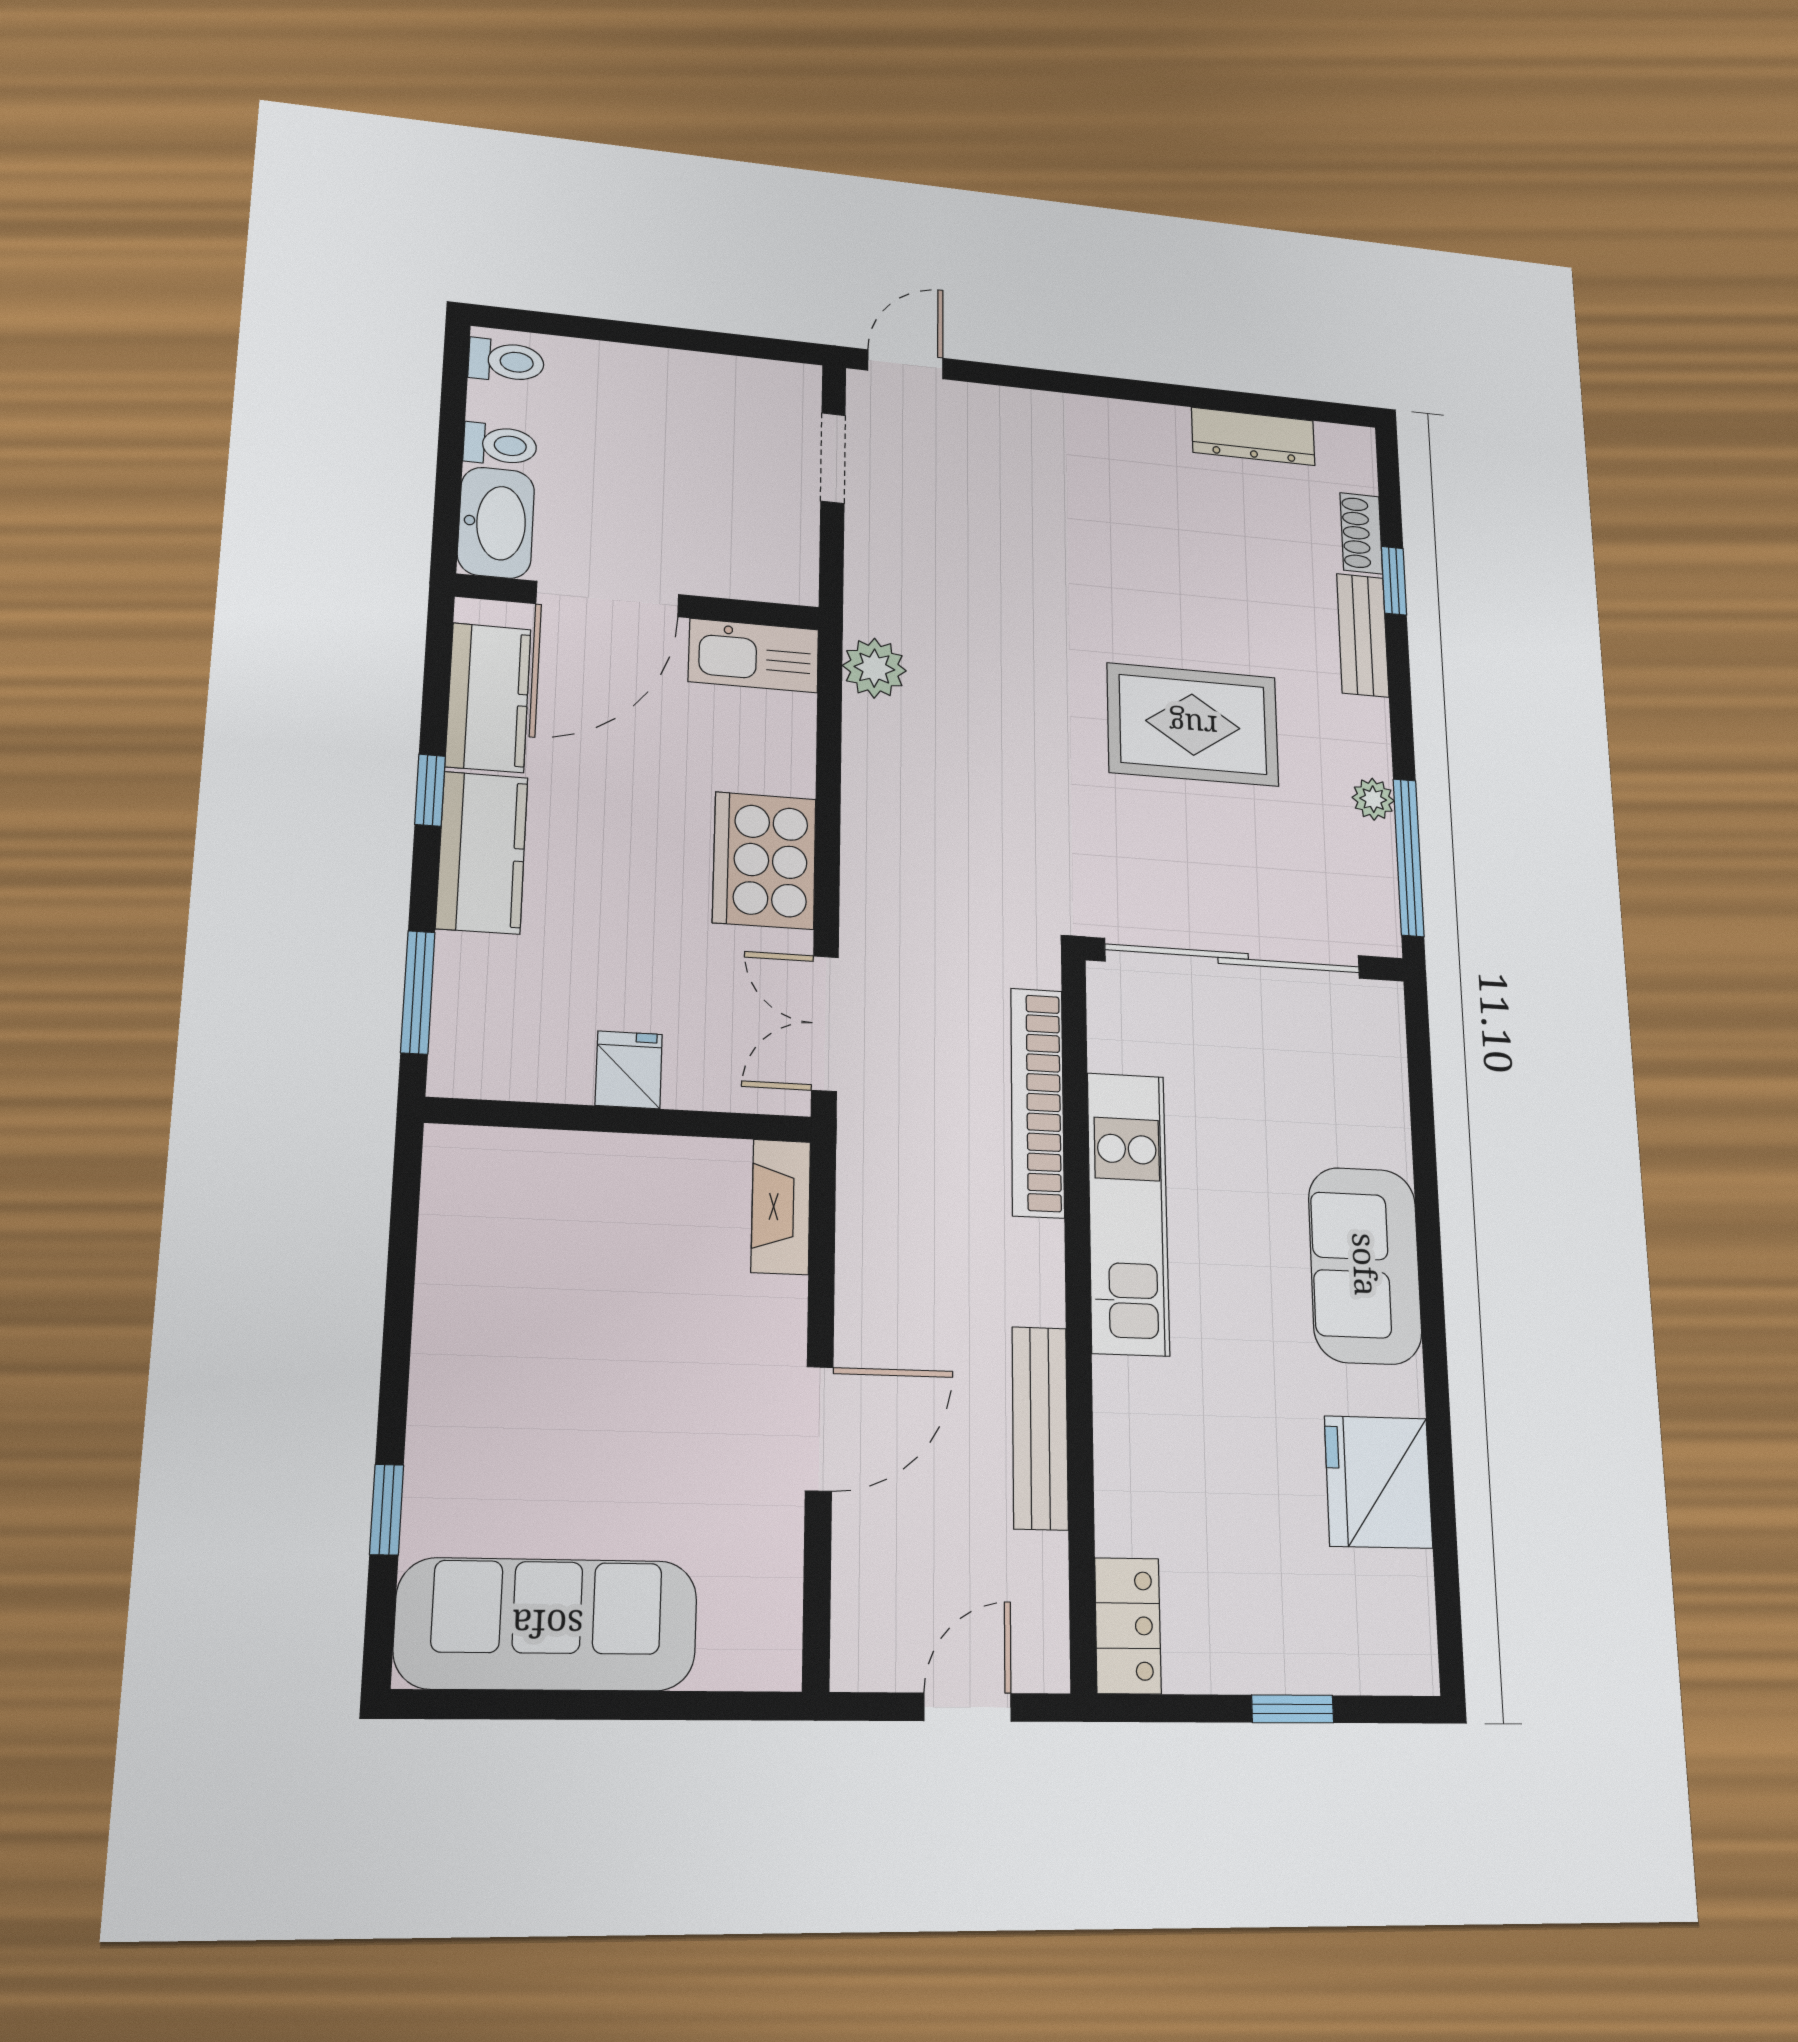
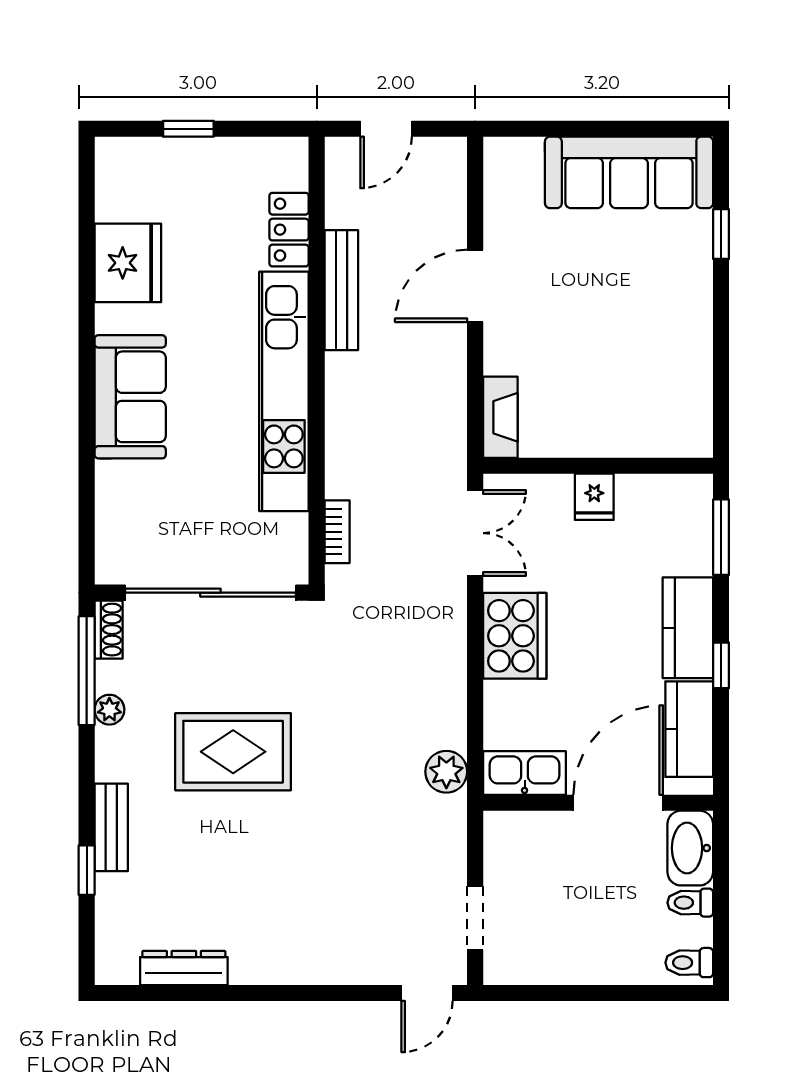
shoe rack: (1361, 533) -> (109, 630), moved
bookcase: (1037, 1102) -> (337, 532), width x0.43, depth x0.76
kitchen unit: (1128, 1213) -> (284, 391), width x1.36
locker: (1128, 1626) -> (289, 230), moved

